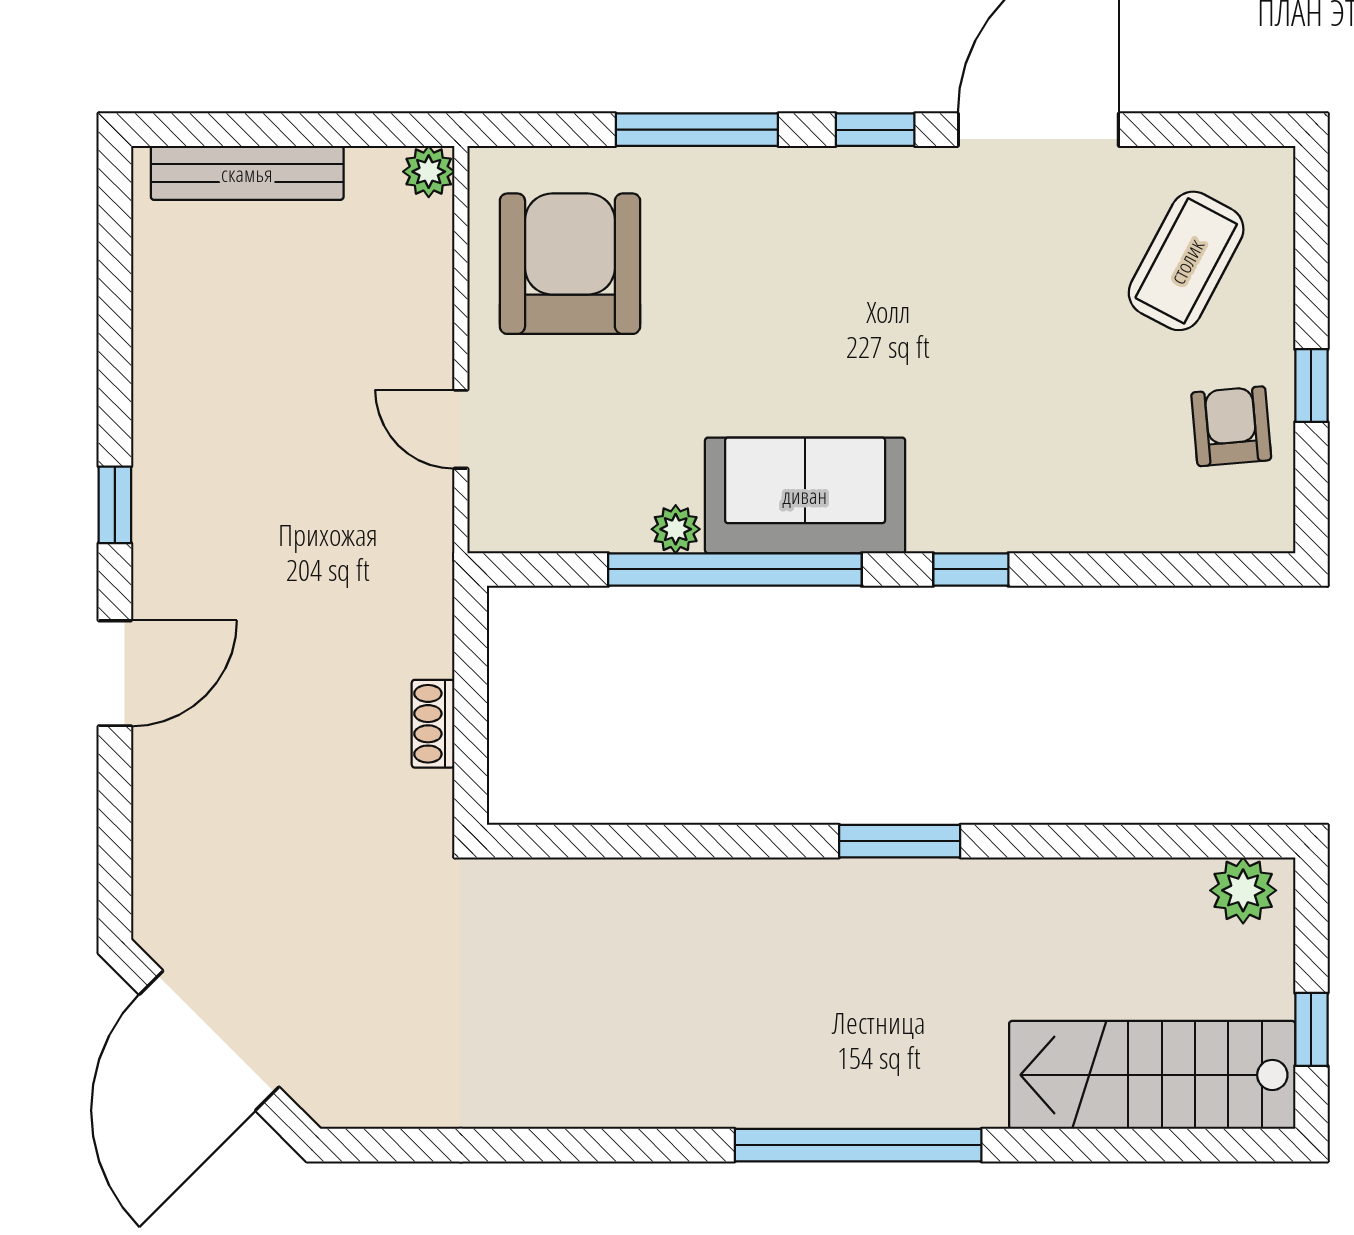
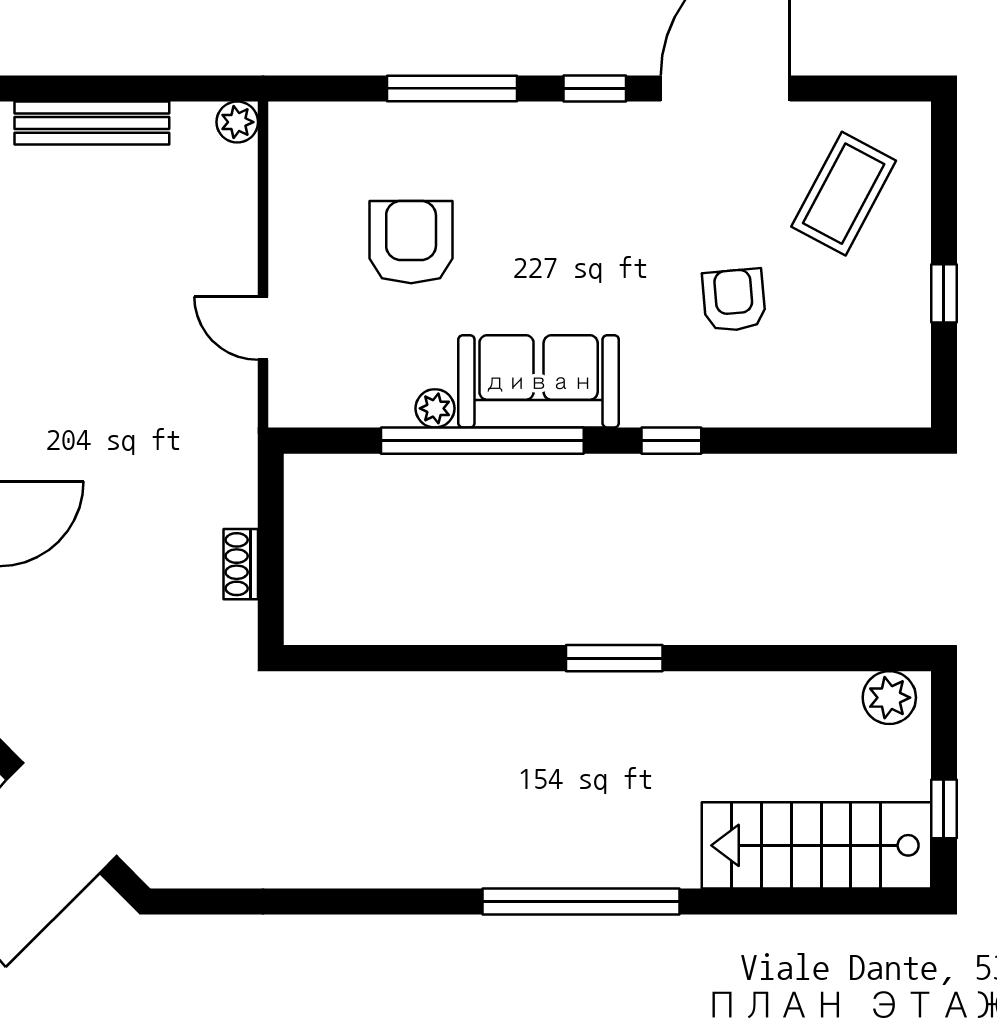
armchair: (570, 264) -> (411, 242), moved, width x0.73, depth x0.73
armchair: (1231, 426) -> (734, 300), moved

